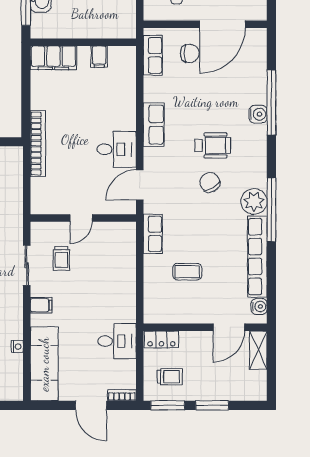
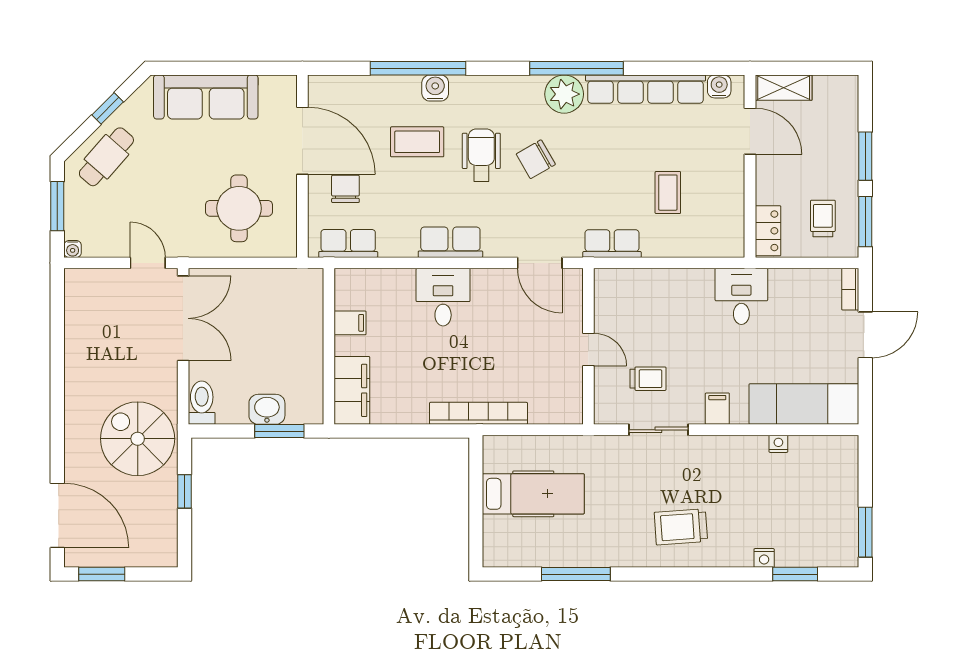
coffee table: (222, 102) -> (417, 142), added
desk: (117, 149) -> (443, 297), moved
desk: (117, 341) -> (741, 296), moved

